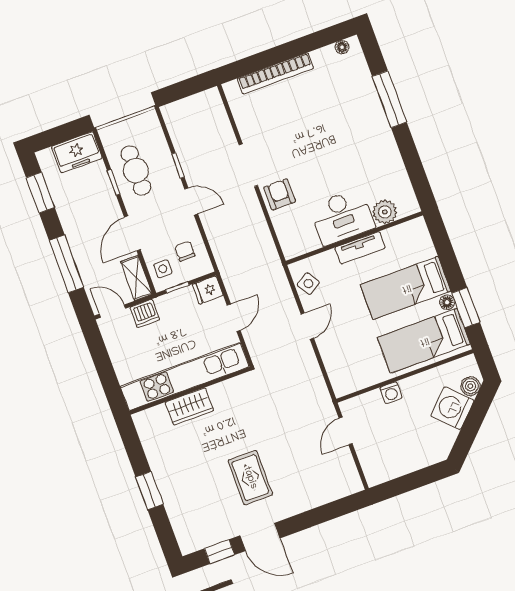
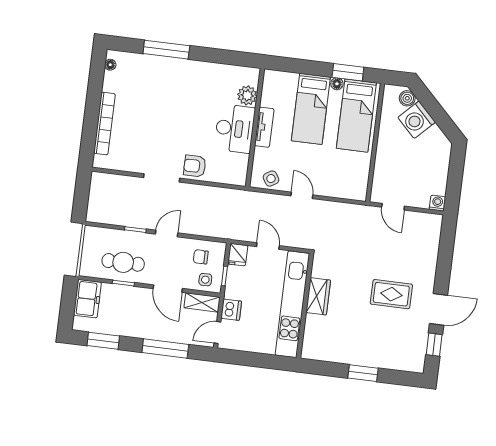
washing machine: (391, 393) -> (437, 203), moved, turned -90
wardrobe: (189, 406) -> (318, 296), moved

